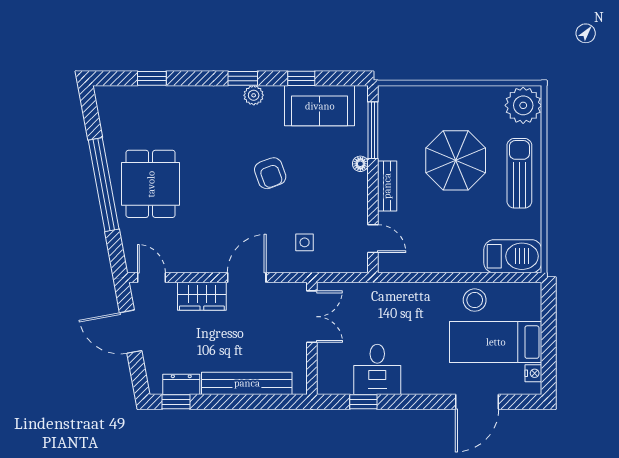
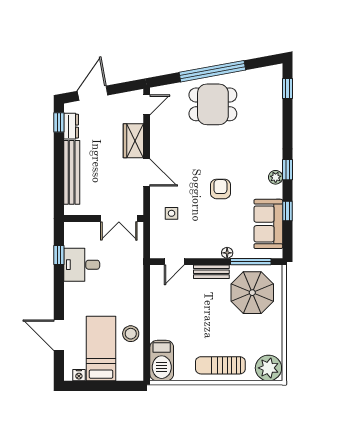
window: (152, 78) -> (288, 89), moved
parasol: (456, 160) -> (252, 293), moved
armchair: (270, 173) -> (220, 189), turned 110
sun lounger: (519, 173) -> (220, 365), turned 180
door: (131, 332) -> (93, 93), moved

